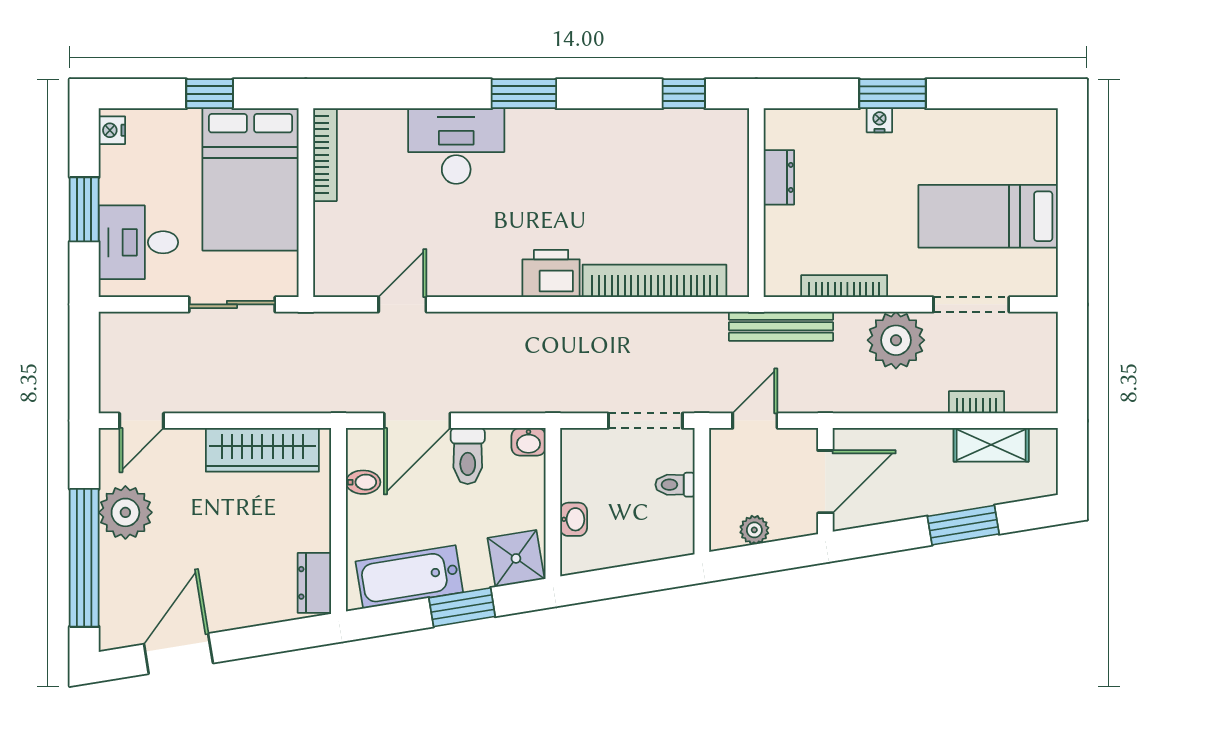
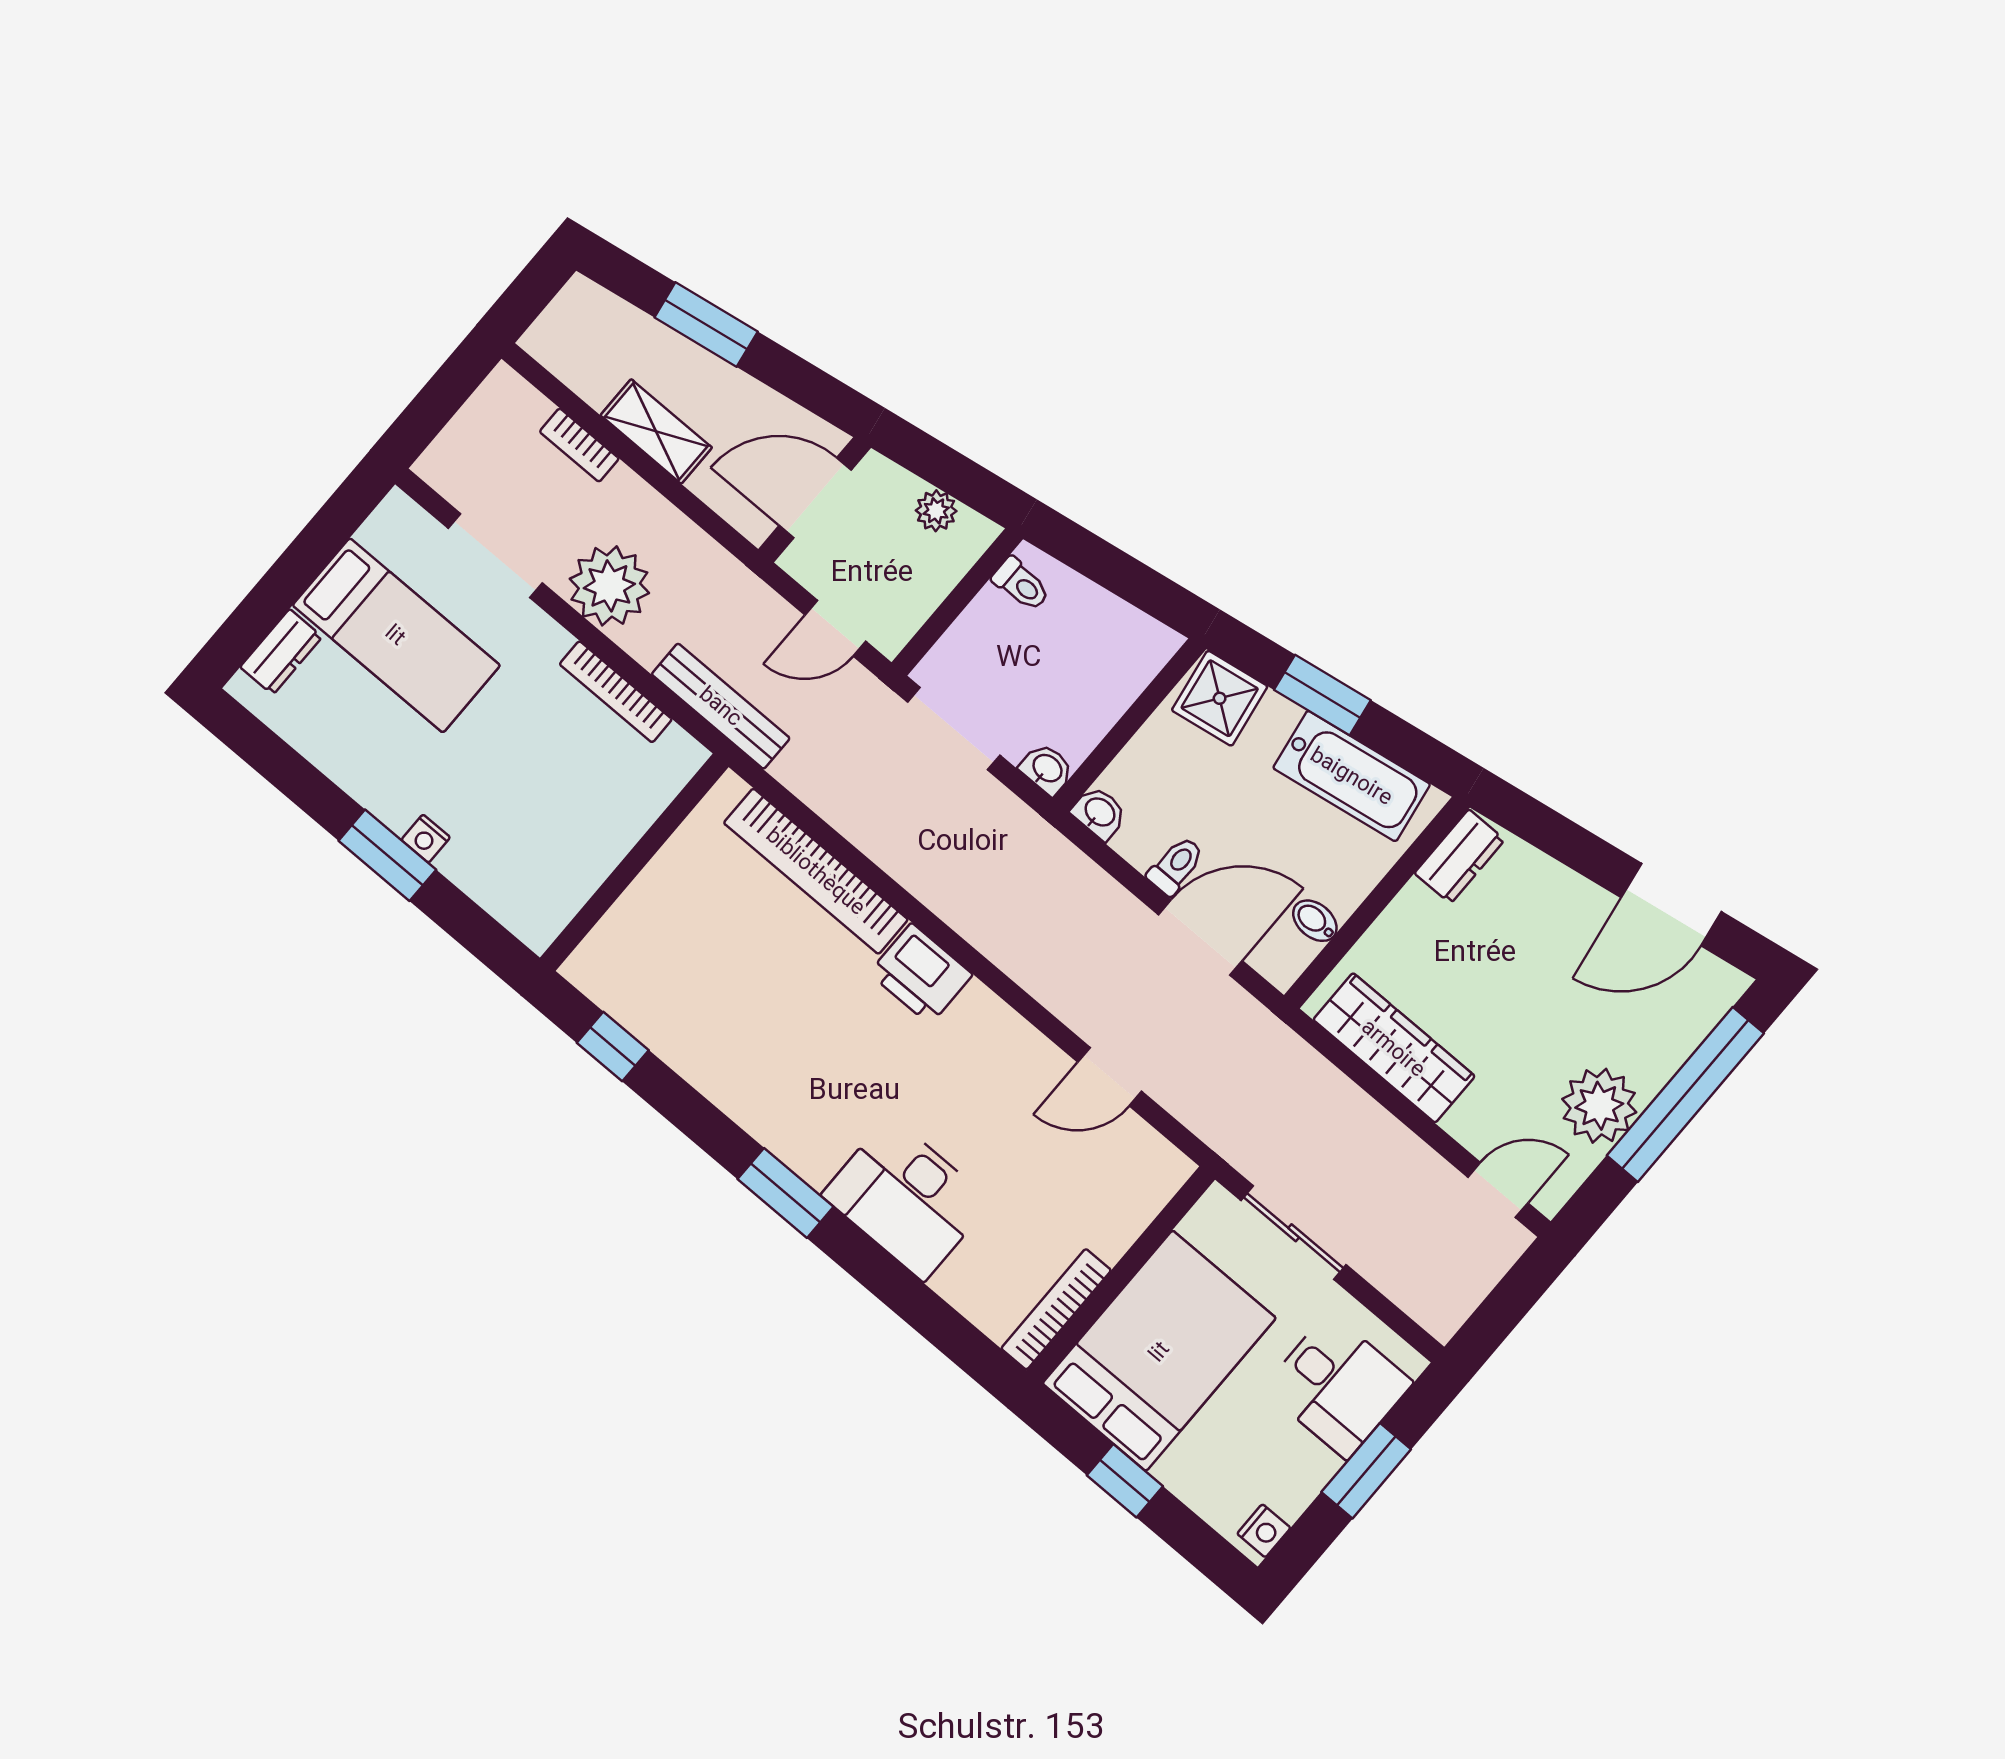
dresser: (779, 177) -> (281, 652), moved, turned 180
shelving: (991, 445) -> (656, 431), moved
toilet: (468, 456) -> (1176, 866), width x0.73, depth x0.72
toilet: (675, 485) -> (1021, 584), moved
washbasin: (574, 519) -> (1047, 769), moved, turned 90

